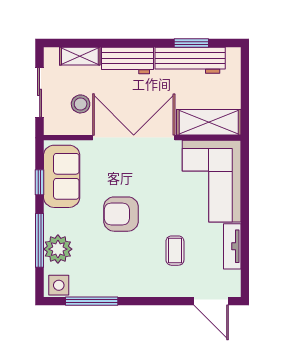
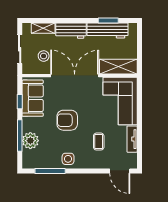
side table: (59, 285) -> (68, 159), moved

